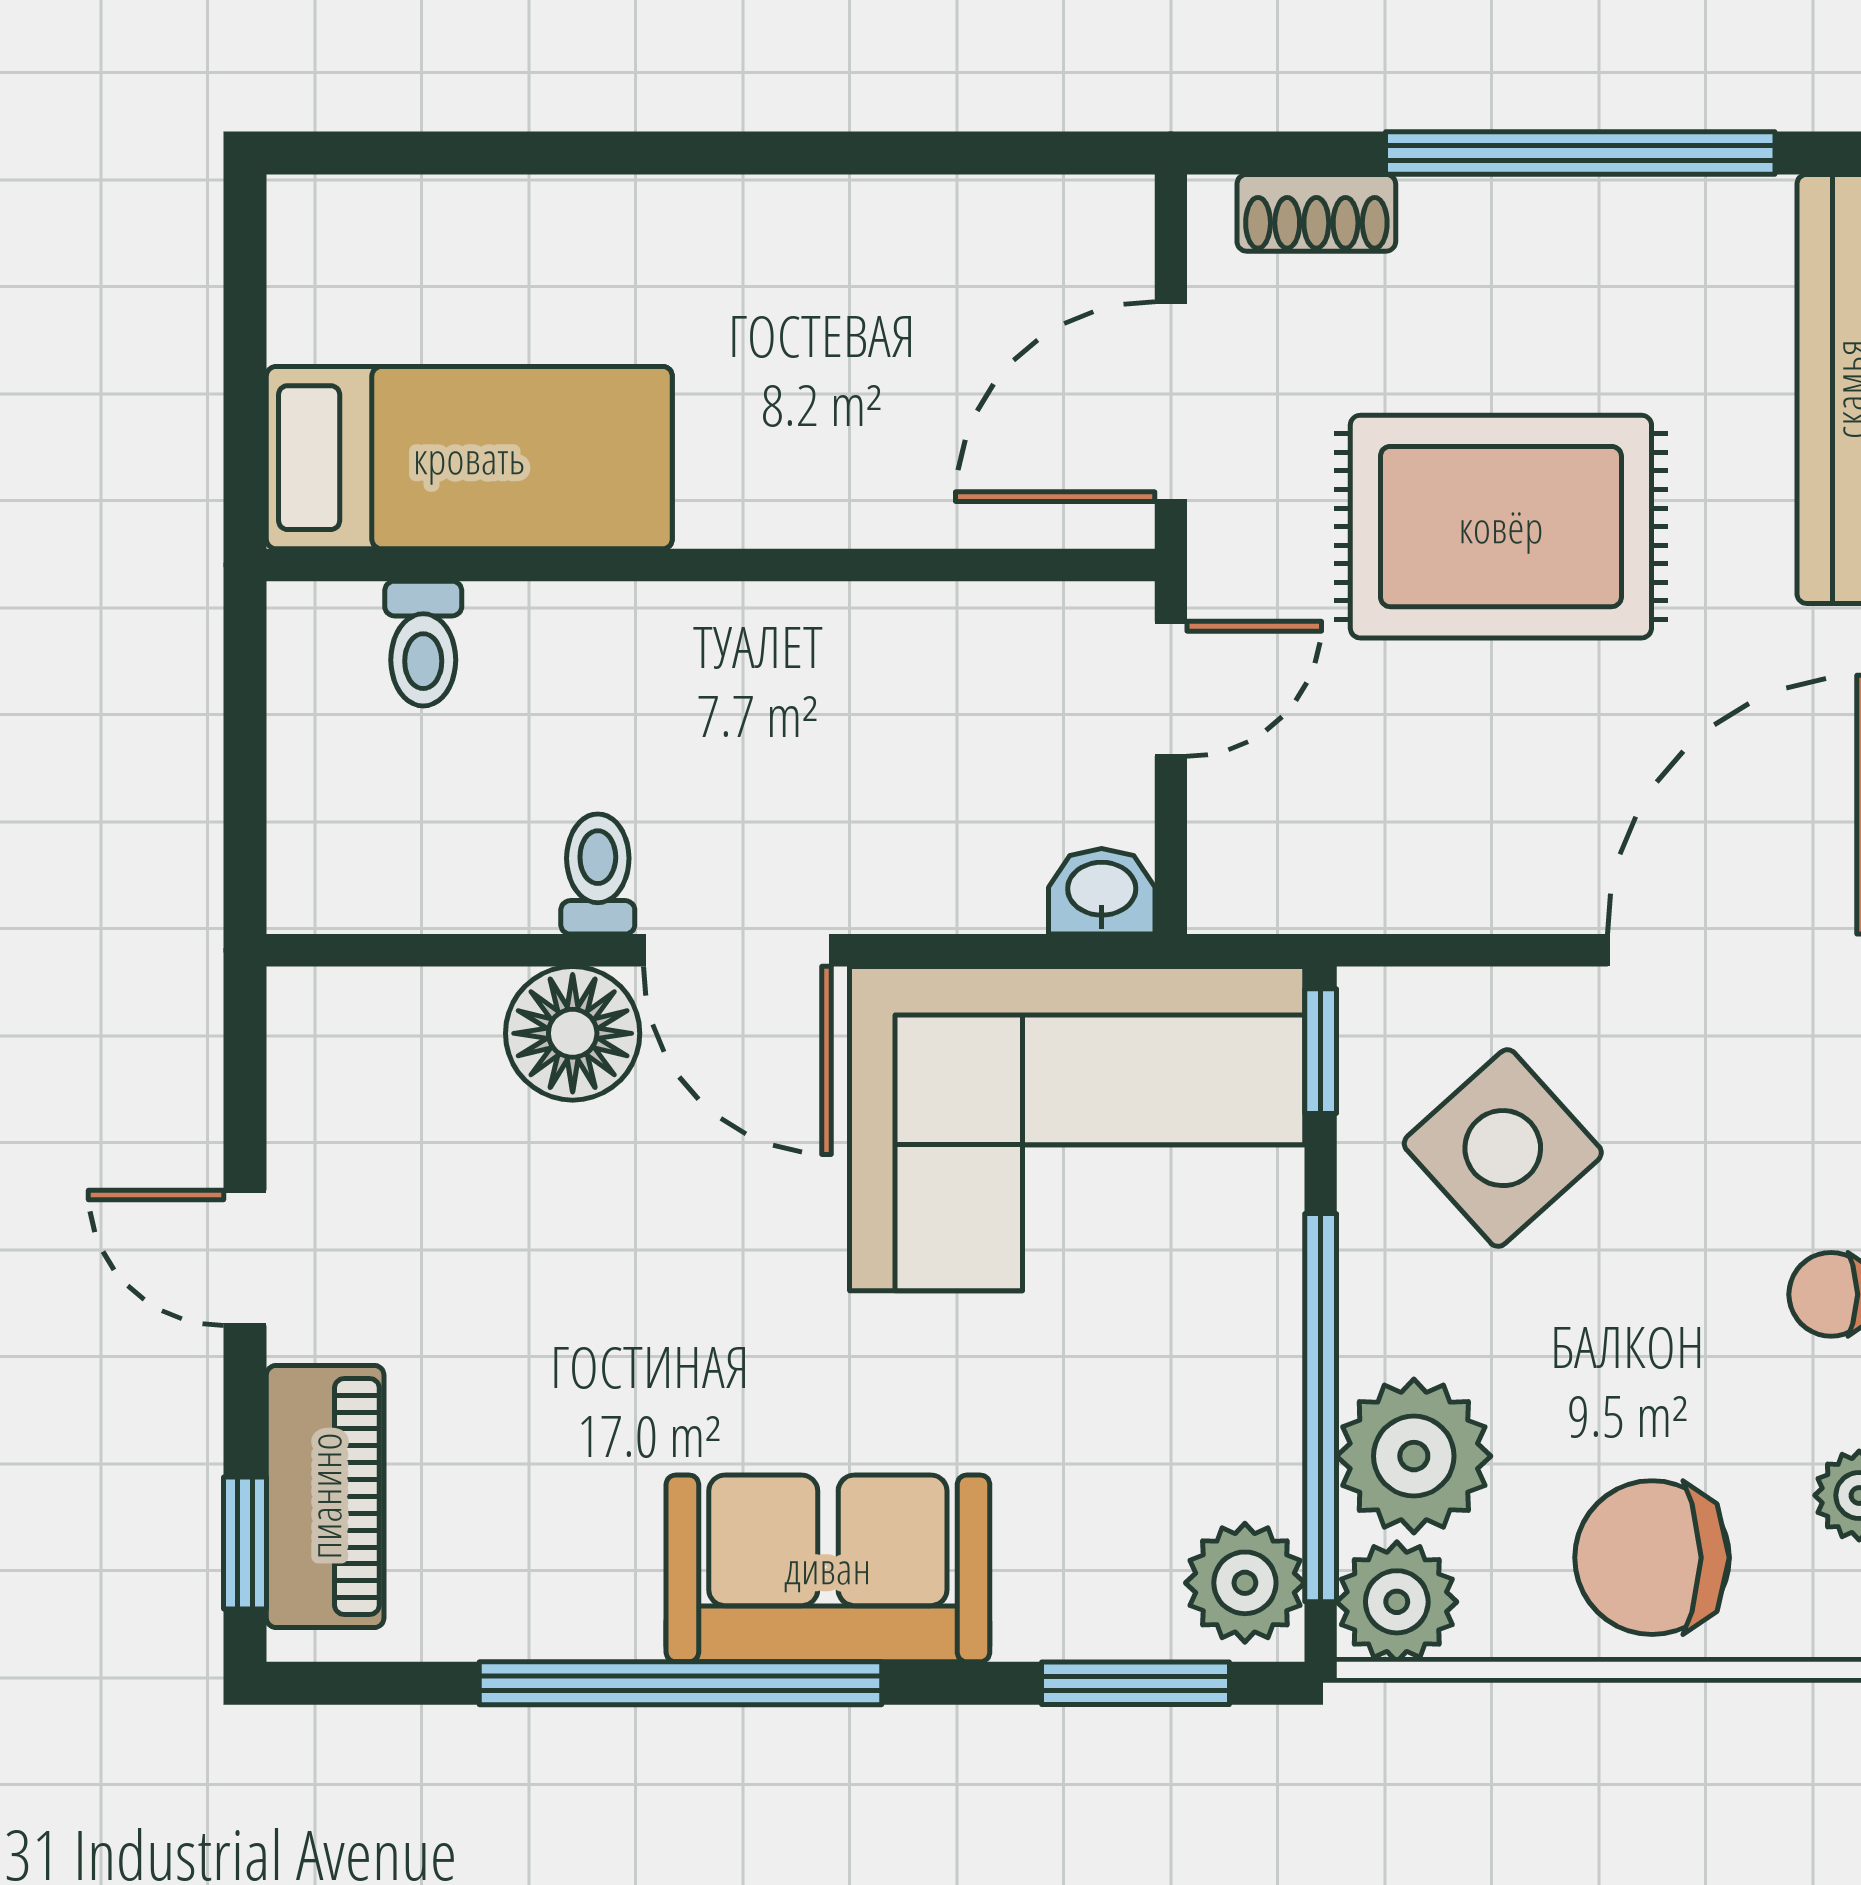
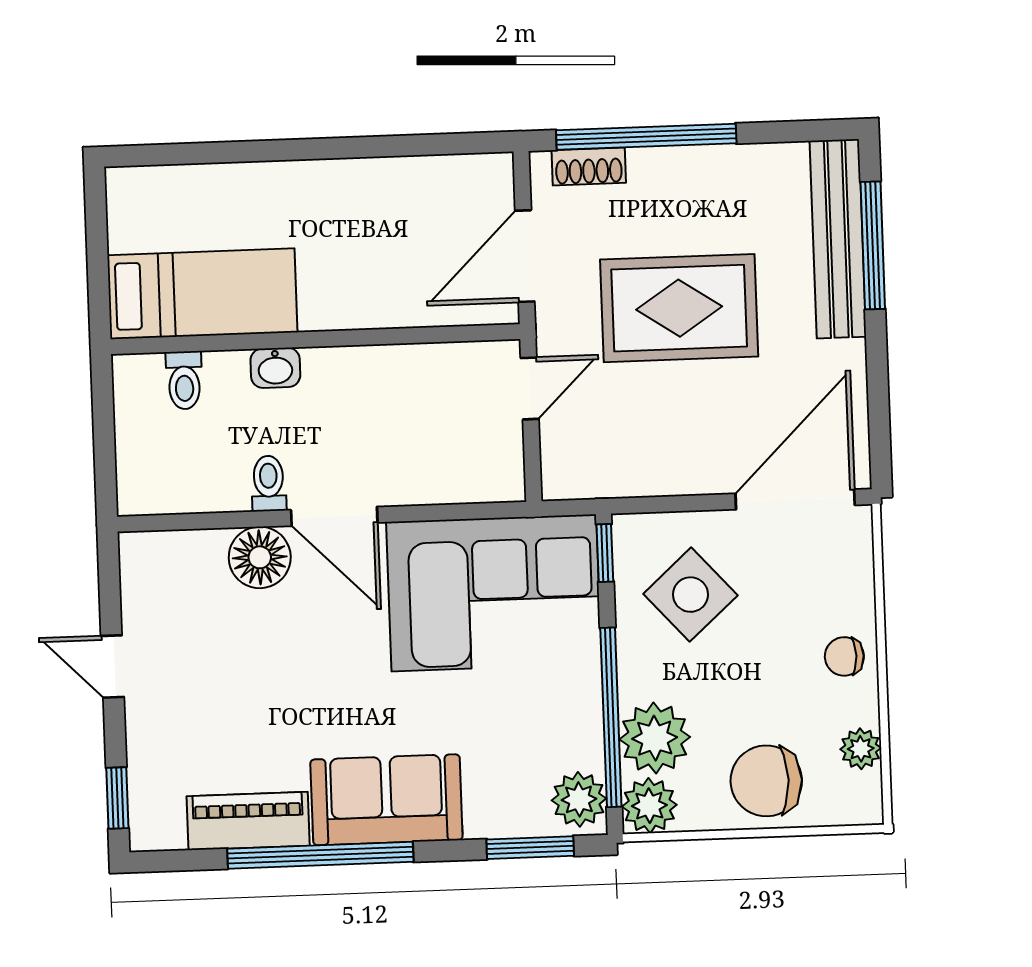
window: (1580, 153) -> (646, 137), moved
washbasin: (1102, 891) -> (275, 368), moved, turned 180
piano: (325, 1496) -> (248, 821), moved, turned -90

